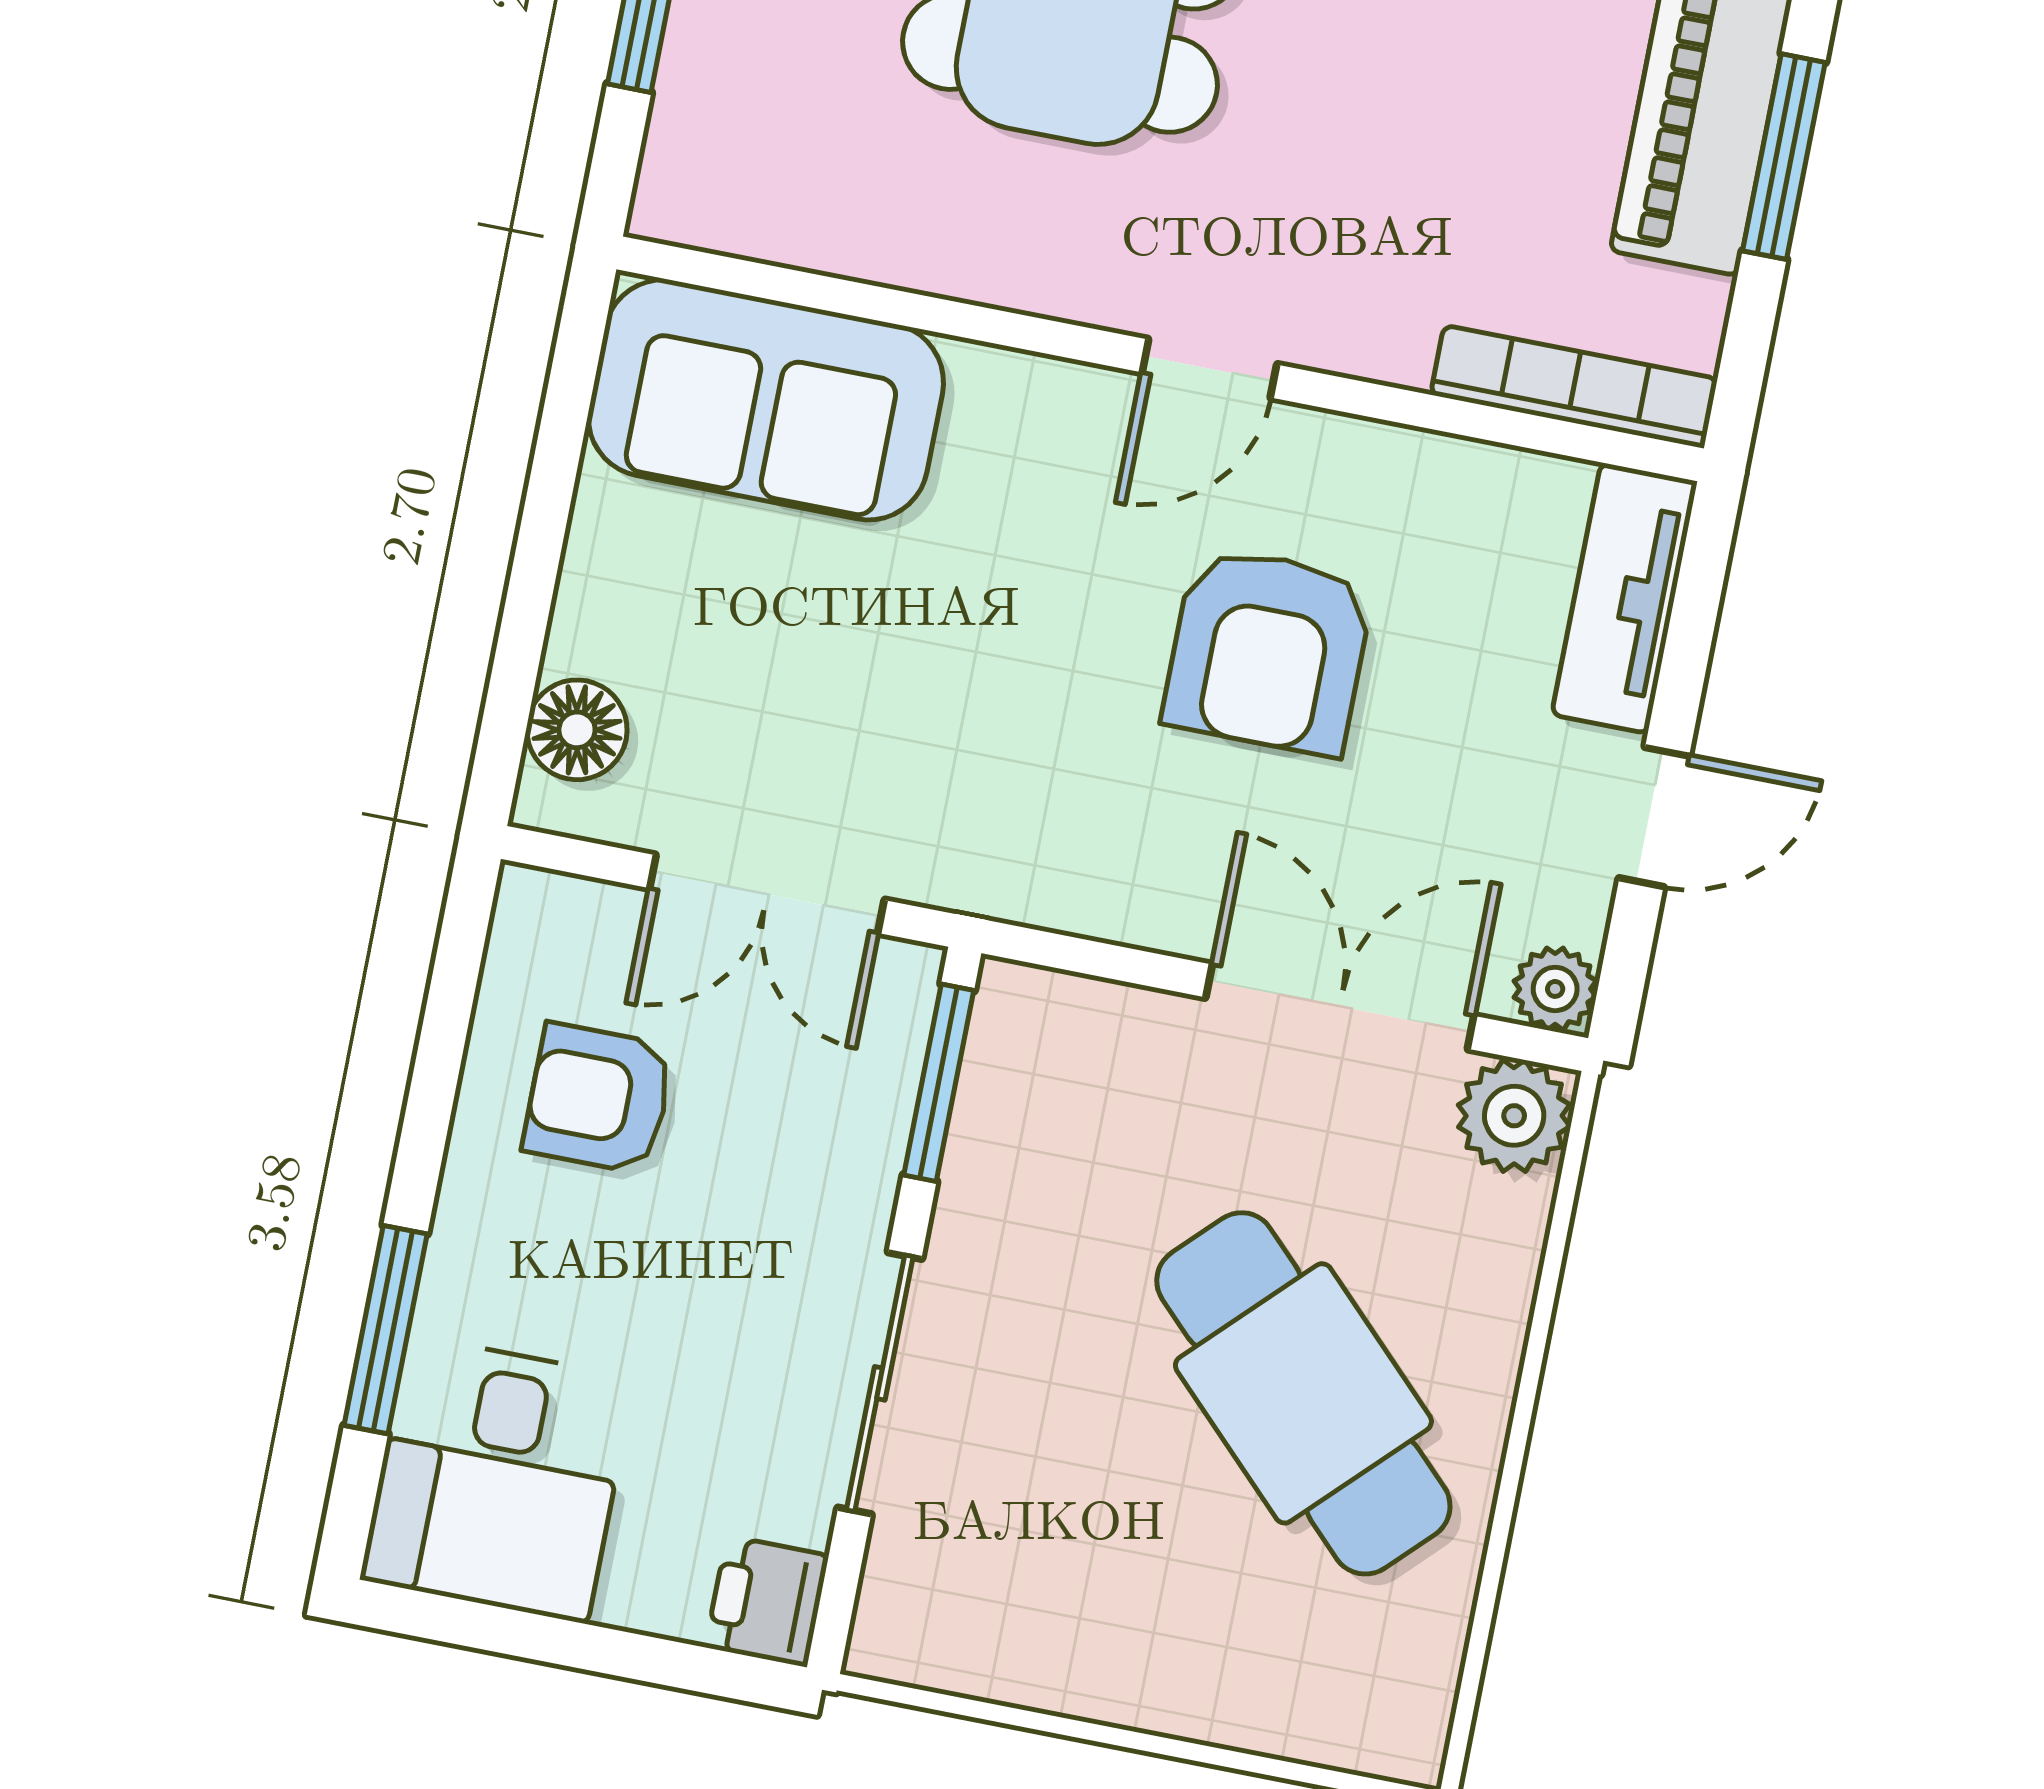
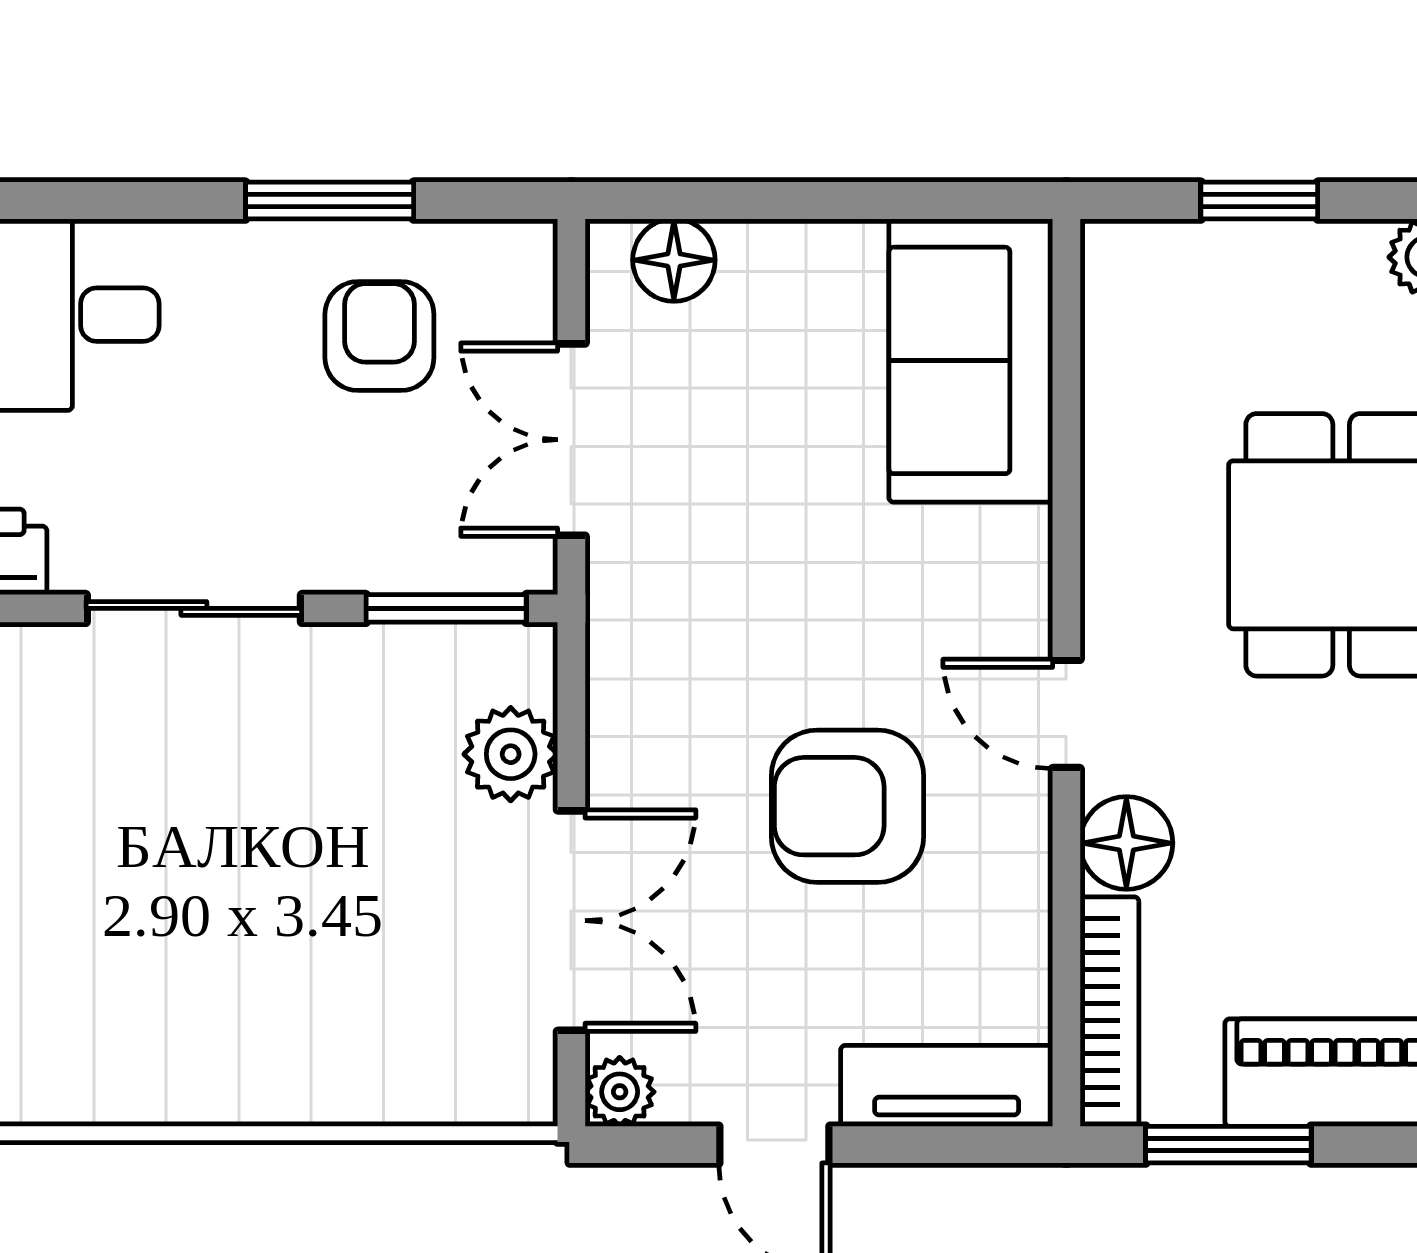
window: (1784, 157) -> (1228, 1145), moved
floor lamp: (1377, 327) -> (1126, 843), added
plant: (1514, 1116) -> (511, 754), moved
window: (386, 1330) -> (330, 201), moved
cafe table: (1303, 1393) -> (253, 952), removed

